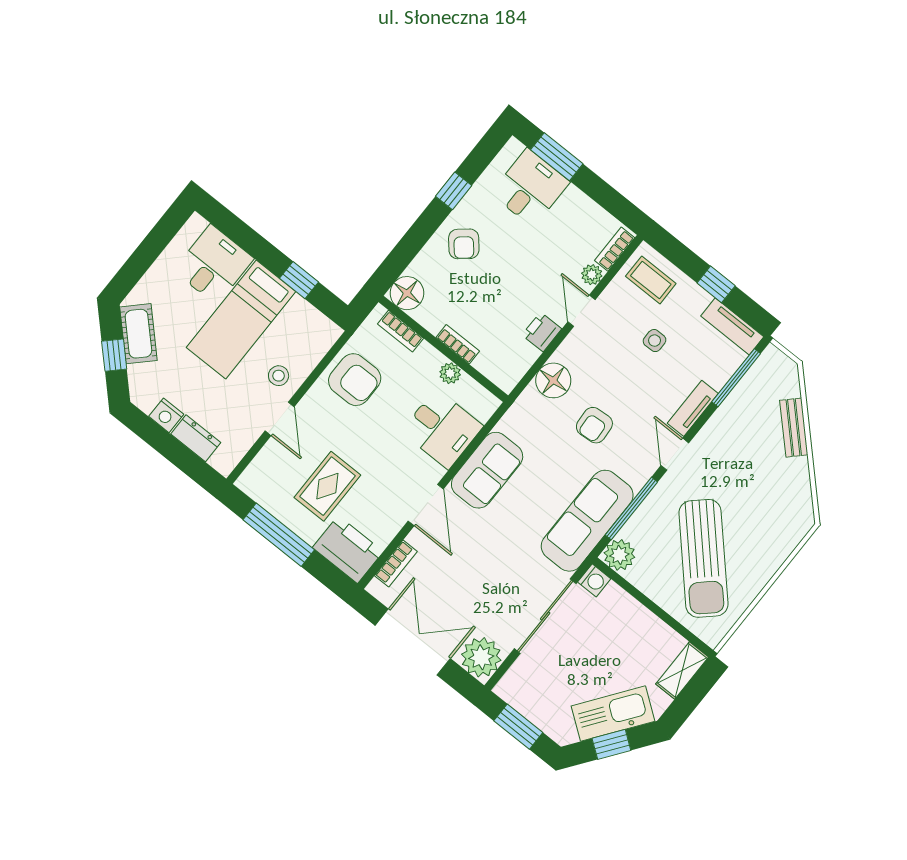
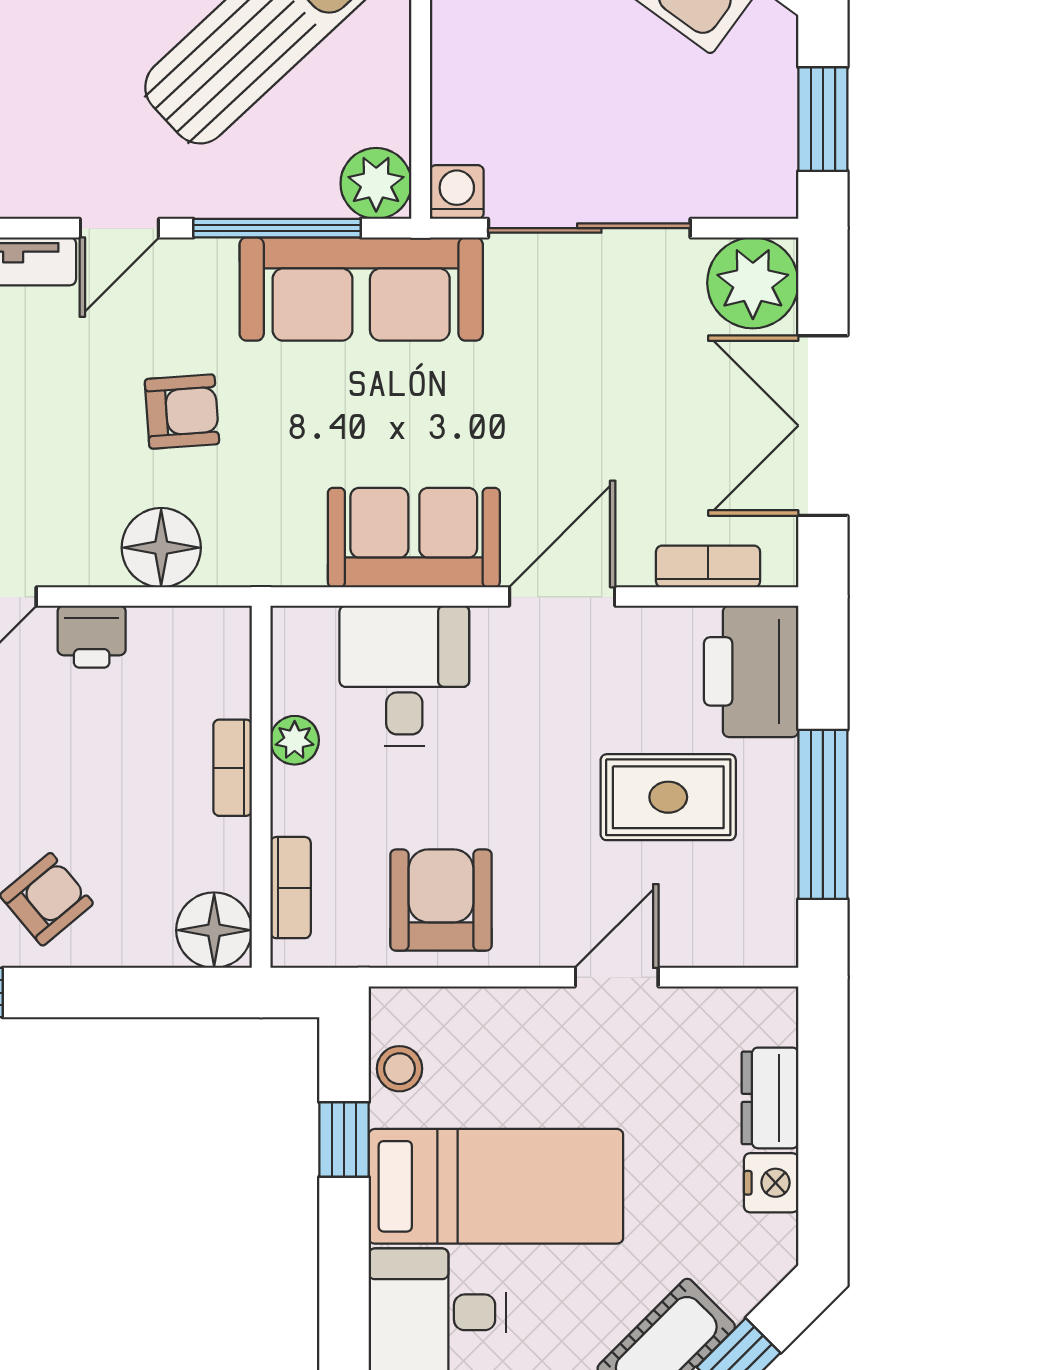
stool: (279, 376) -> (400, 1069), moved

